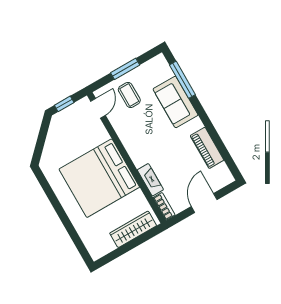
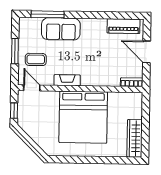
piano: (207, 148) -> (124, 26), moved
fireplace: (150, 180) -> (67, 80), moved
wardrobe: (133, 229) -> (135, 138), moved

